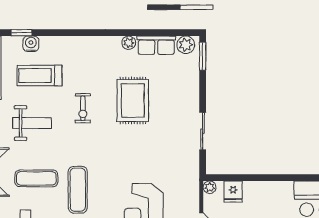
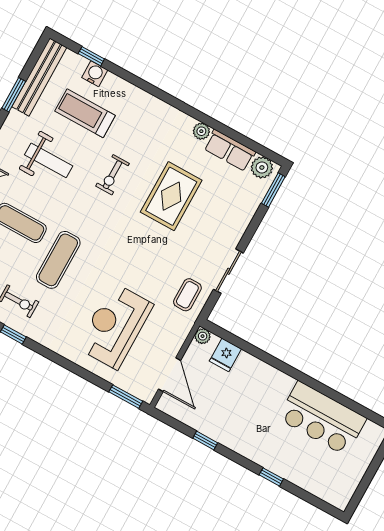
coffee table: (183, 164) -> (187, 295), added

